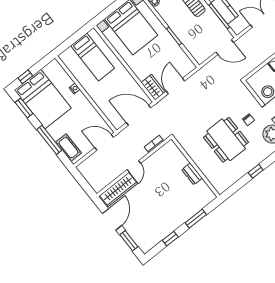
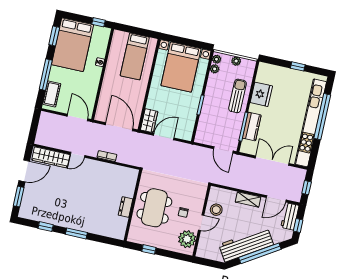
window: (25, 77) -> (98, 22), moved
wall: (195, 167) -> (133, 205), moved
dresser: (192, 174) -> (126, 207), moved

